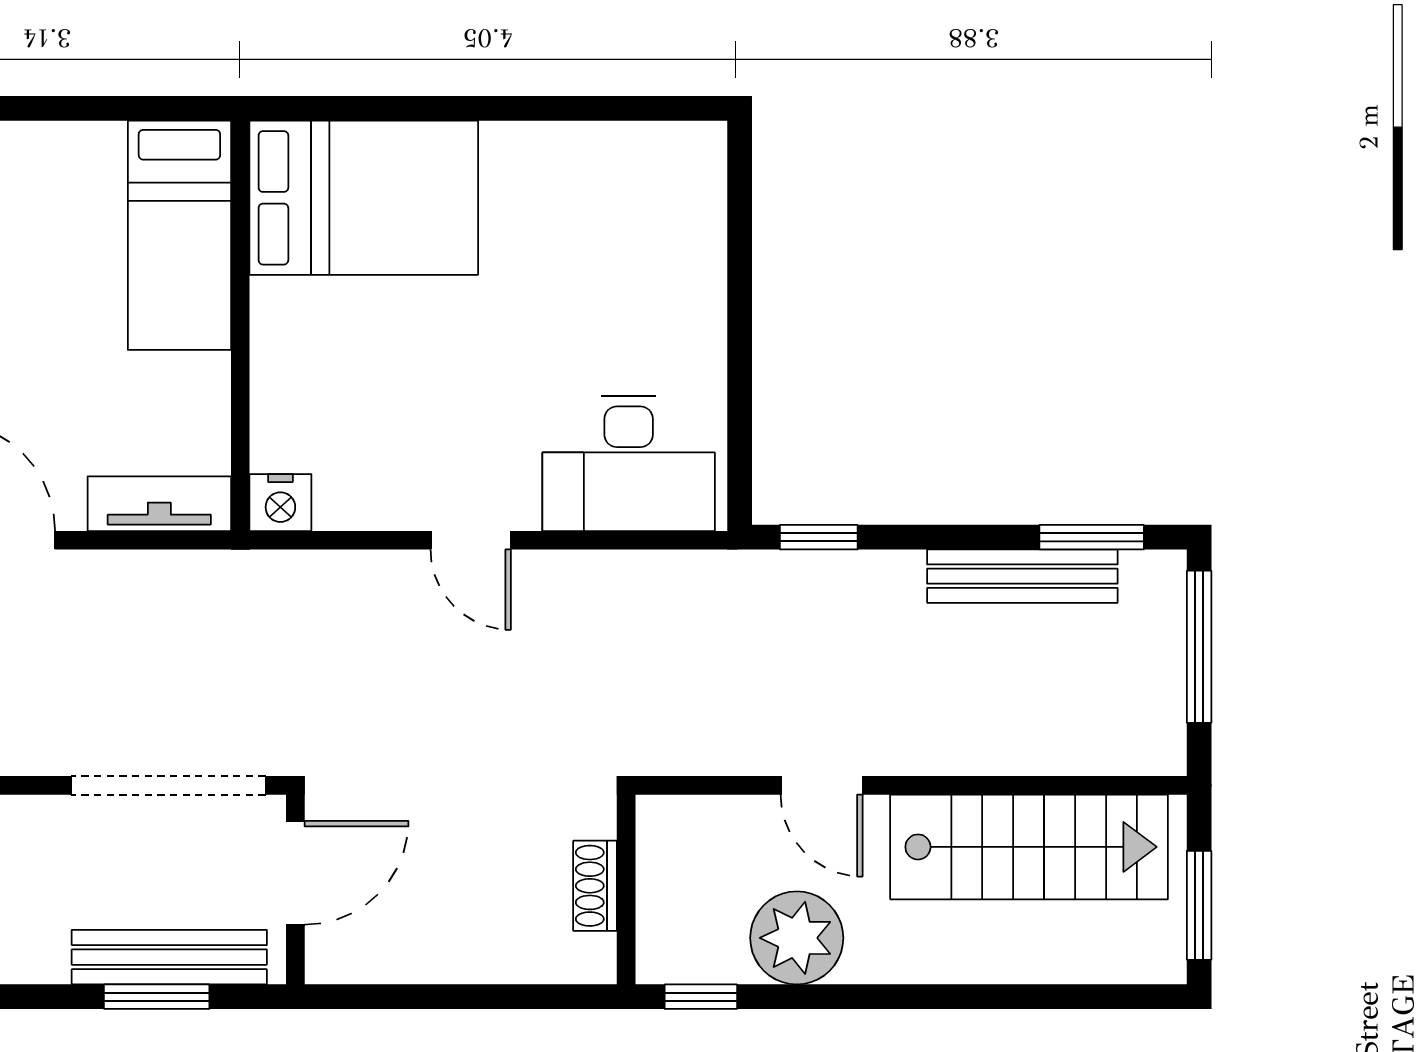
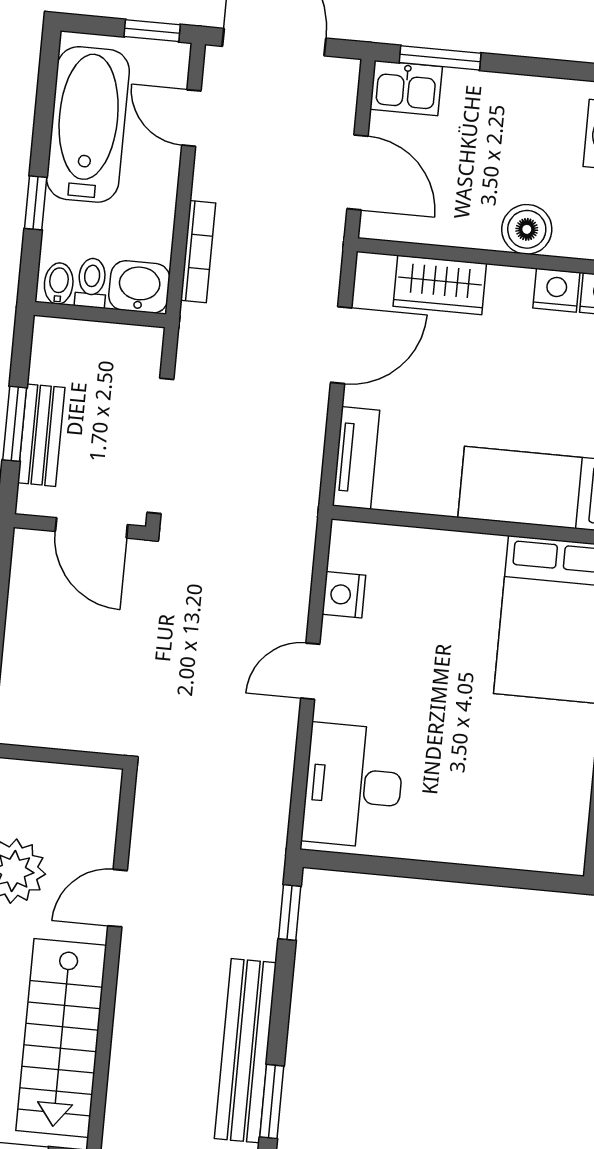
nightstand: (280, 503) -> (344, 595), moved
bench: (1022, 576) -> (245, 1051), width x1.37, depth x1.21
shoe rack: (595, 886) -> (63, 735), removed
bench: (169, 957) -> (41, 435), width x0.73

